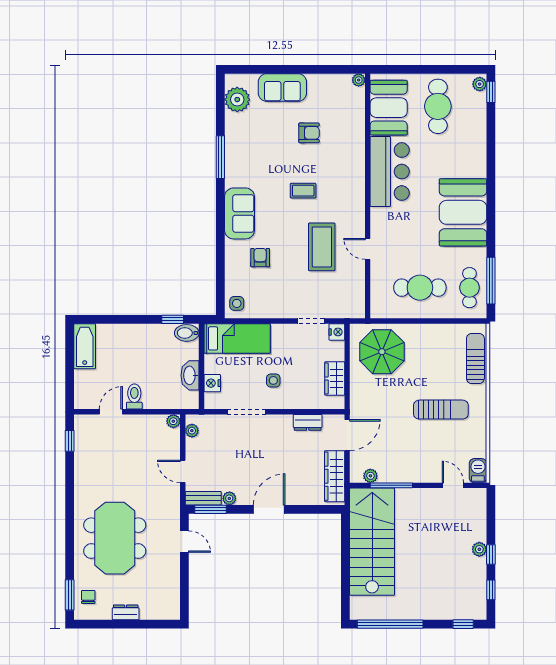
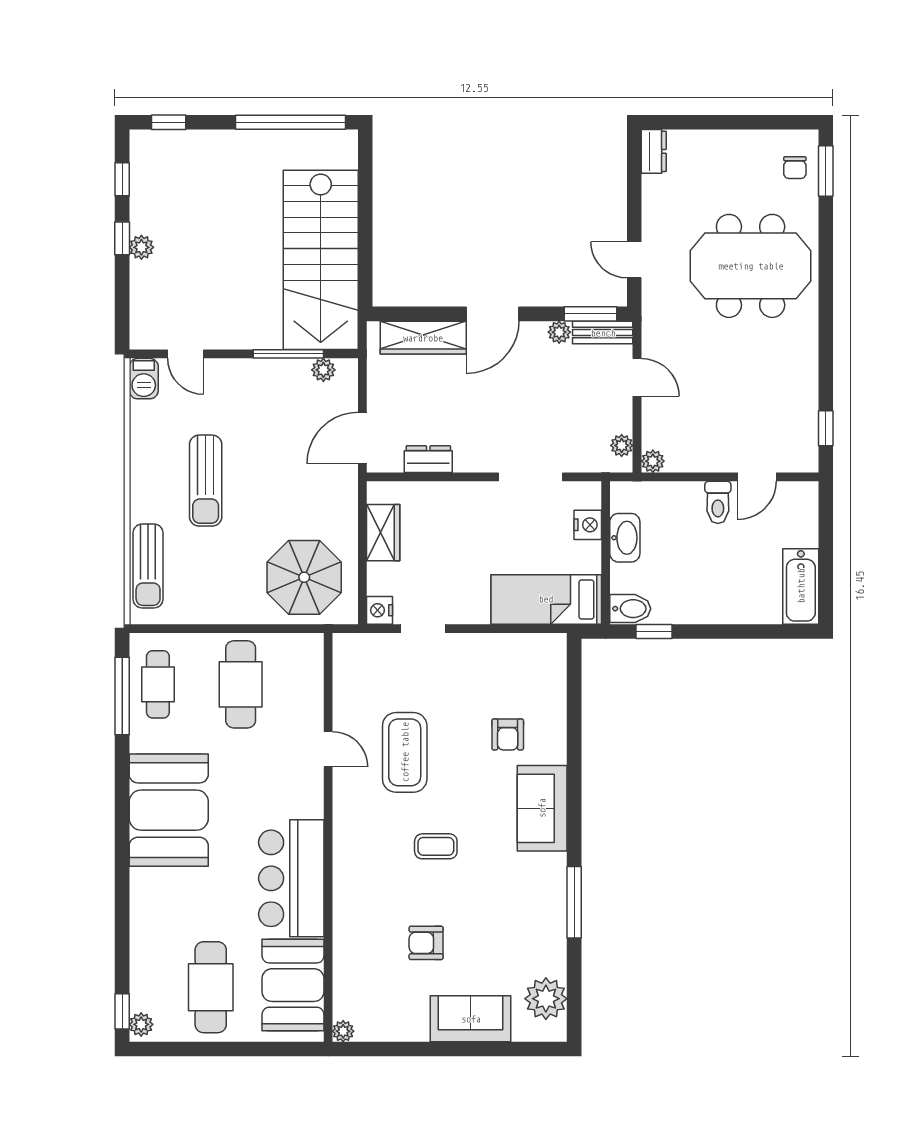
cafe table: (420, 288) -> (241, 684), turned 90
side table: (237, 303) -> (547, 658), removed
side table: (273, 380) -> (486, 529), removed
sun lounger: (441, 410) -> (206, 481), turned -90
wardrobe: (335, 476) -> (423, 338), moved, turned 90
meeting table: (115, 538) -> (751, 266), turned 90
dresser: (126, 612) -> (654, 151), moved, turned -90

